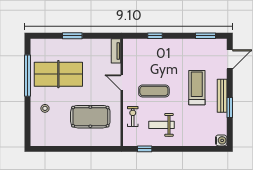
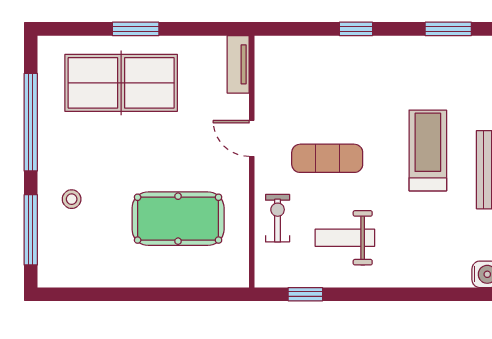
window: (155, 36) -> (356, 29), moved
table tennis table: (58, 74) -> (121, 83), moved
window: (28, 121) -> (31, 230), added

